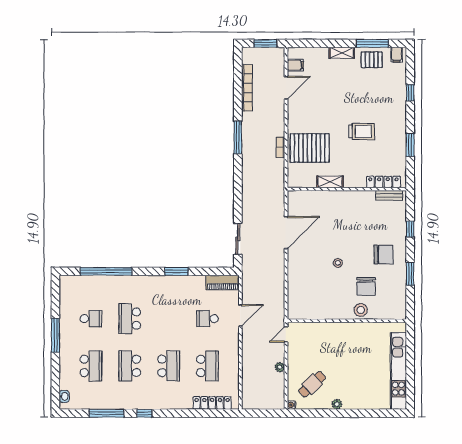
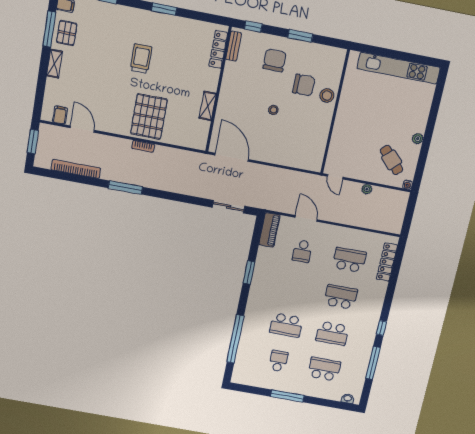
shelving: (330, 182) -> (208, 106), moved
locker: (383, 182) -> (218, 49), moved
wall: (347, 189) -> (218, 90), moved
bench: (389, 195) -> (234, 46), moved

